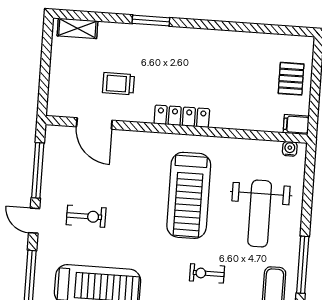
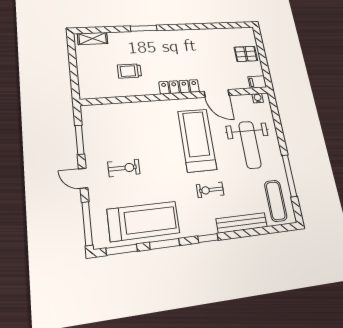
pallet: (291, 79) -> (246, 54), turned 90
door: (94, 124) -> (217, 93), moved
window: (38, 170) -> (80, 140), width x0.69
treadmill: (189, 195) -> (197, 140), turned 180
exercise bike: (207, 273) -> (210, 190), moved

